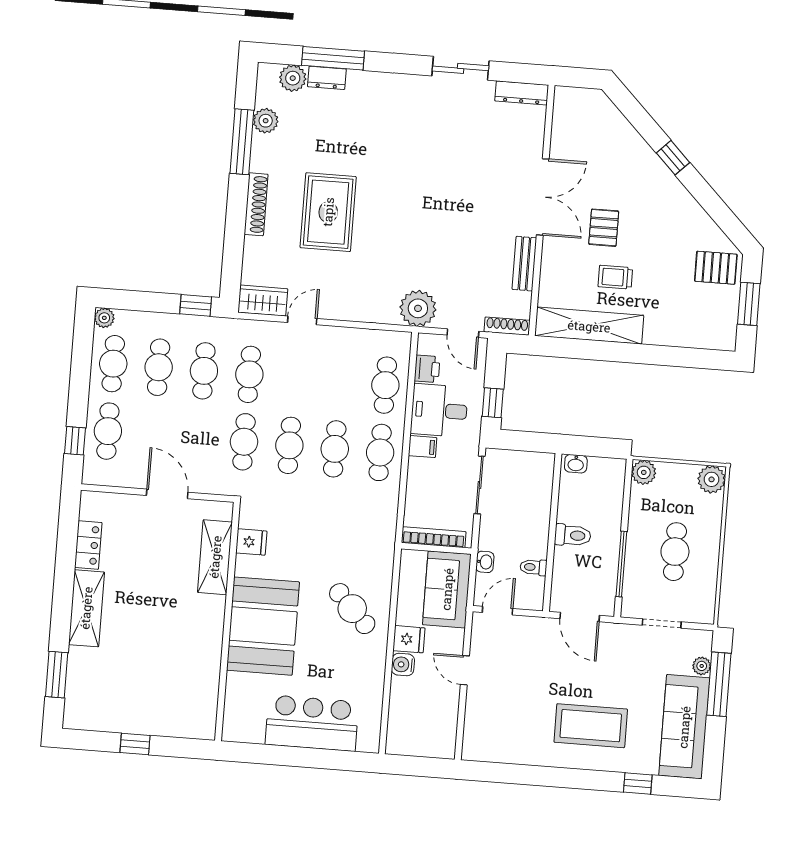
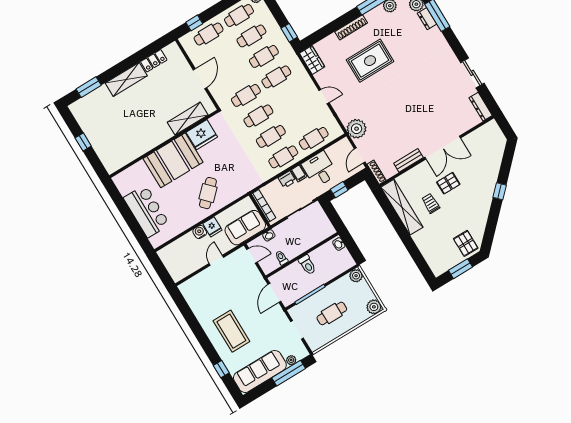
door: (302, 320) -> (324, 97), moved
printer: (427, 369) -> (287, 179), moved
fridge: (251, 542) -> (202, 135), width x1.88, depth x1.34

